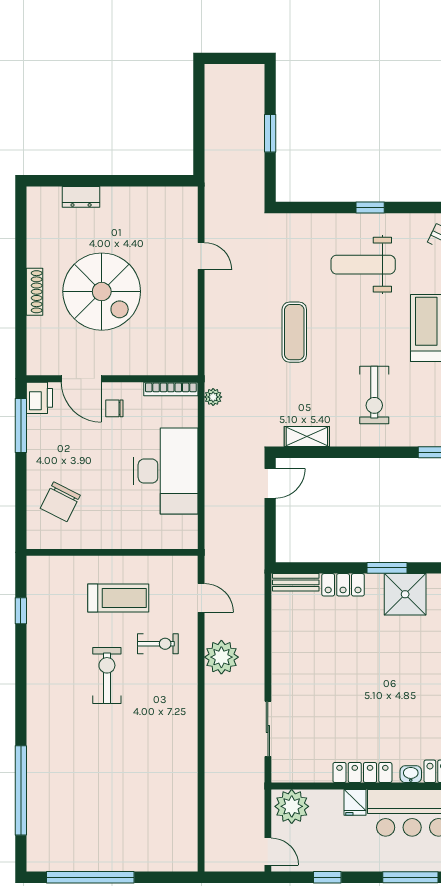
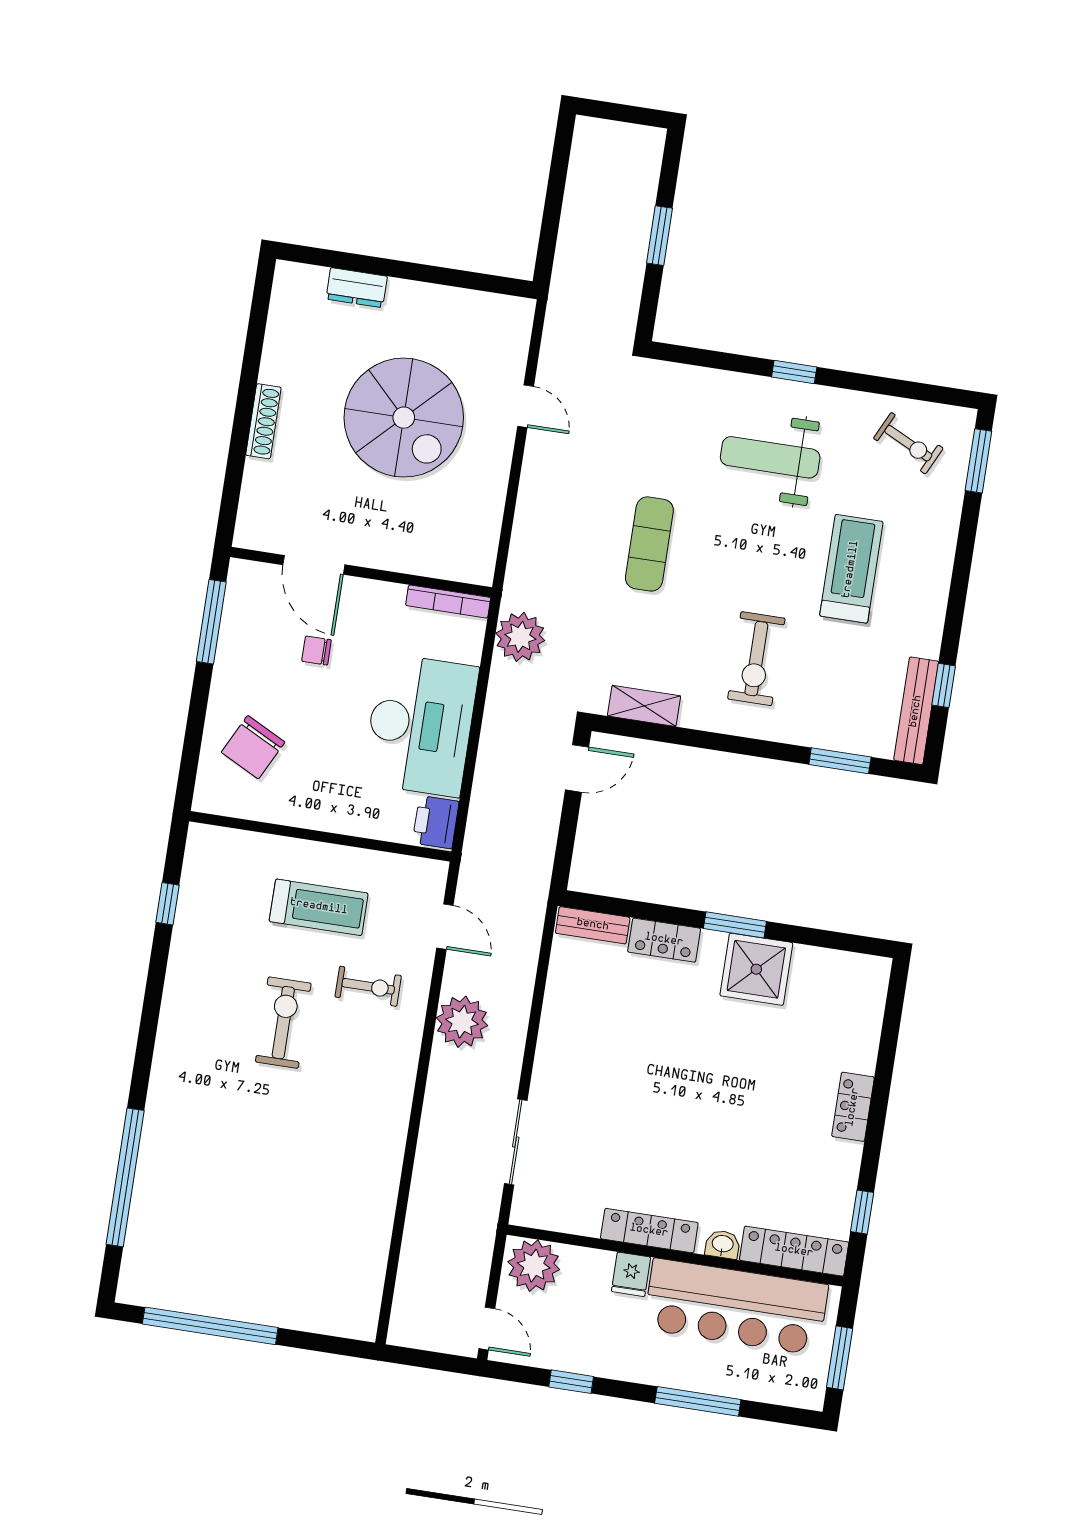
spiral stairs: (102, 292) -> (404, 418), moved
plant: (213, 397) -> (520, 637), width x1.88, depth x1.88
printer: (39, 398) -> (436, 822), moved, turned 180
chair: (114, 408) -> (316, 651), moved

